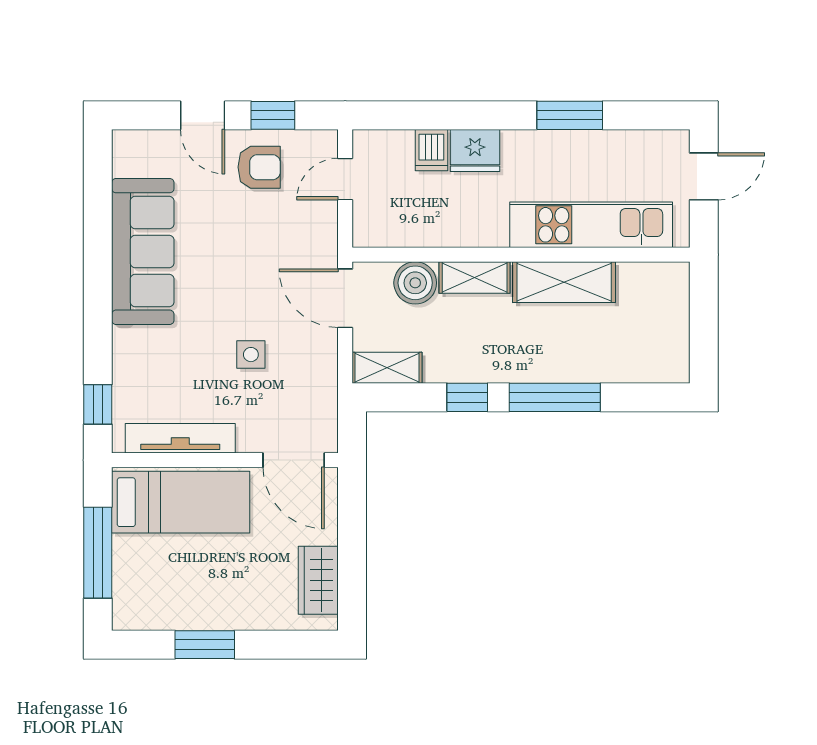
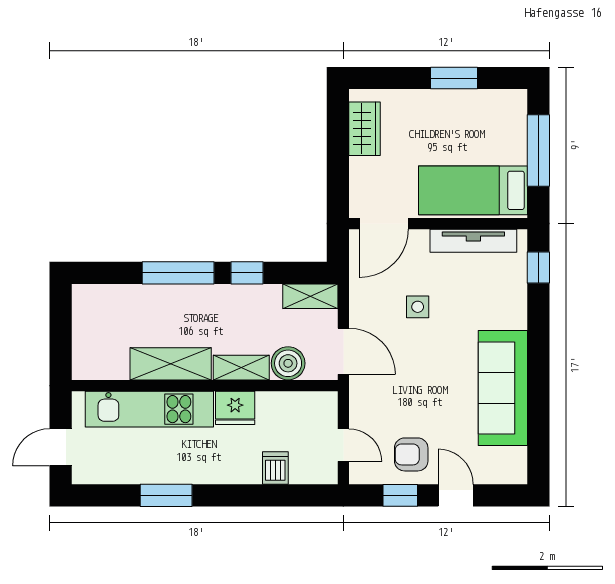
fridge: (475, 150) -> (235, 408), moved, turned 180
door: (345, 179) -> (343, 445), hinge flipped
door: (294, 460) -> (384, 224), swing flipped

